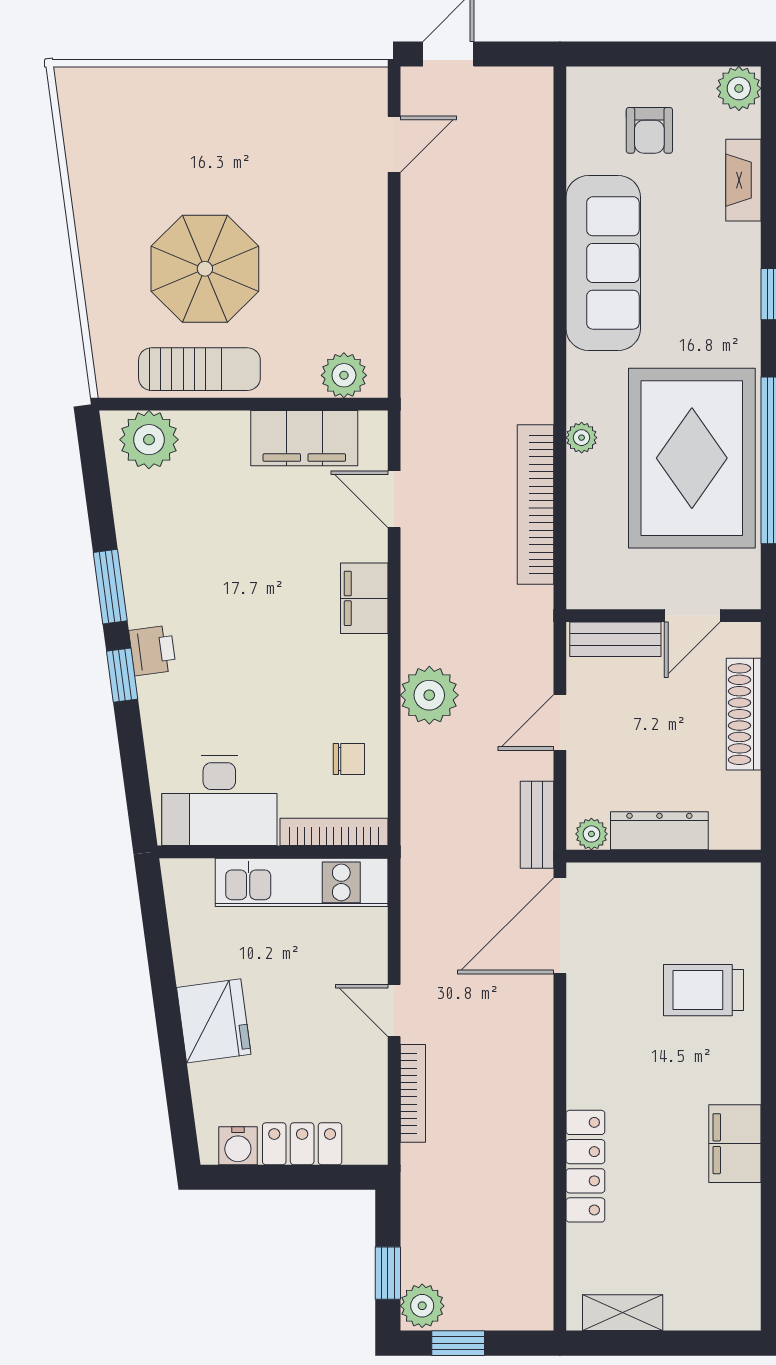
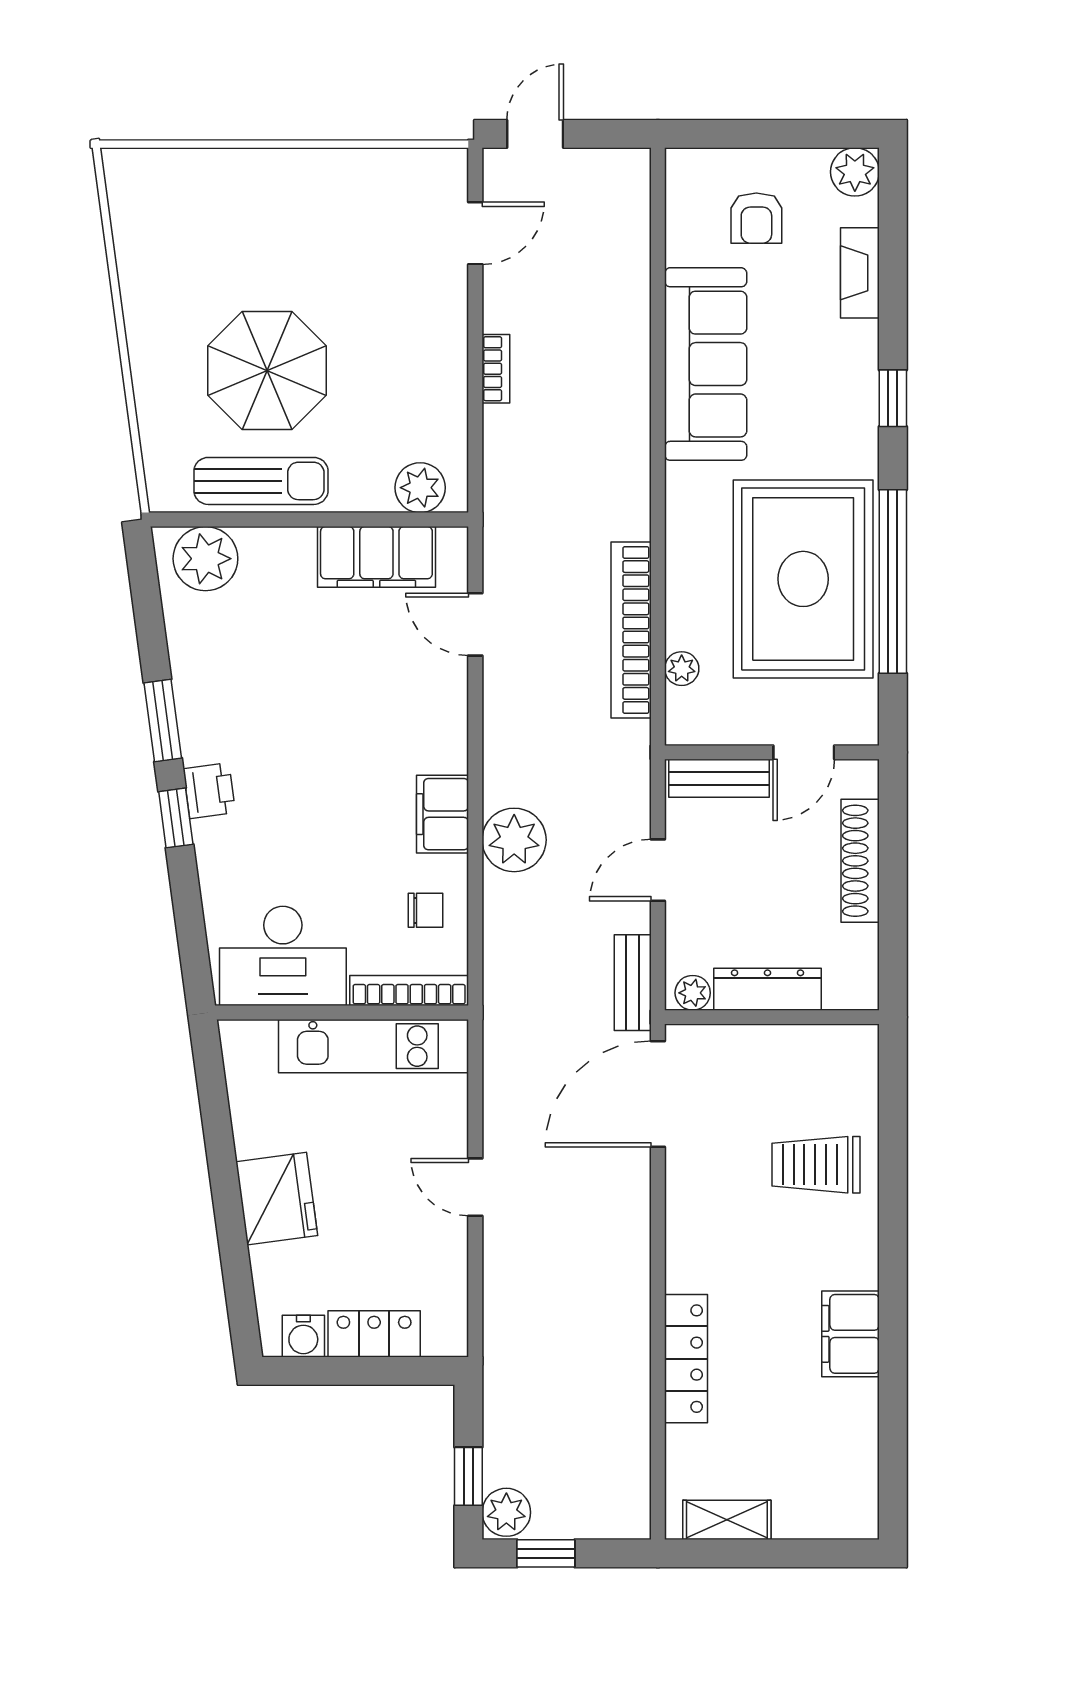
plant: (582, 438) -> (682, 669), moved
filing cabinet: (364, 598) -> (442, 814), moved
bookcase: (413, 1093) -> (496, 369), moved, width x0.64

